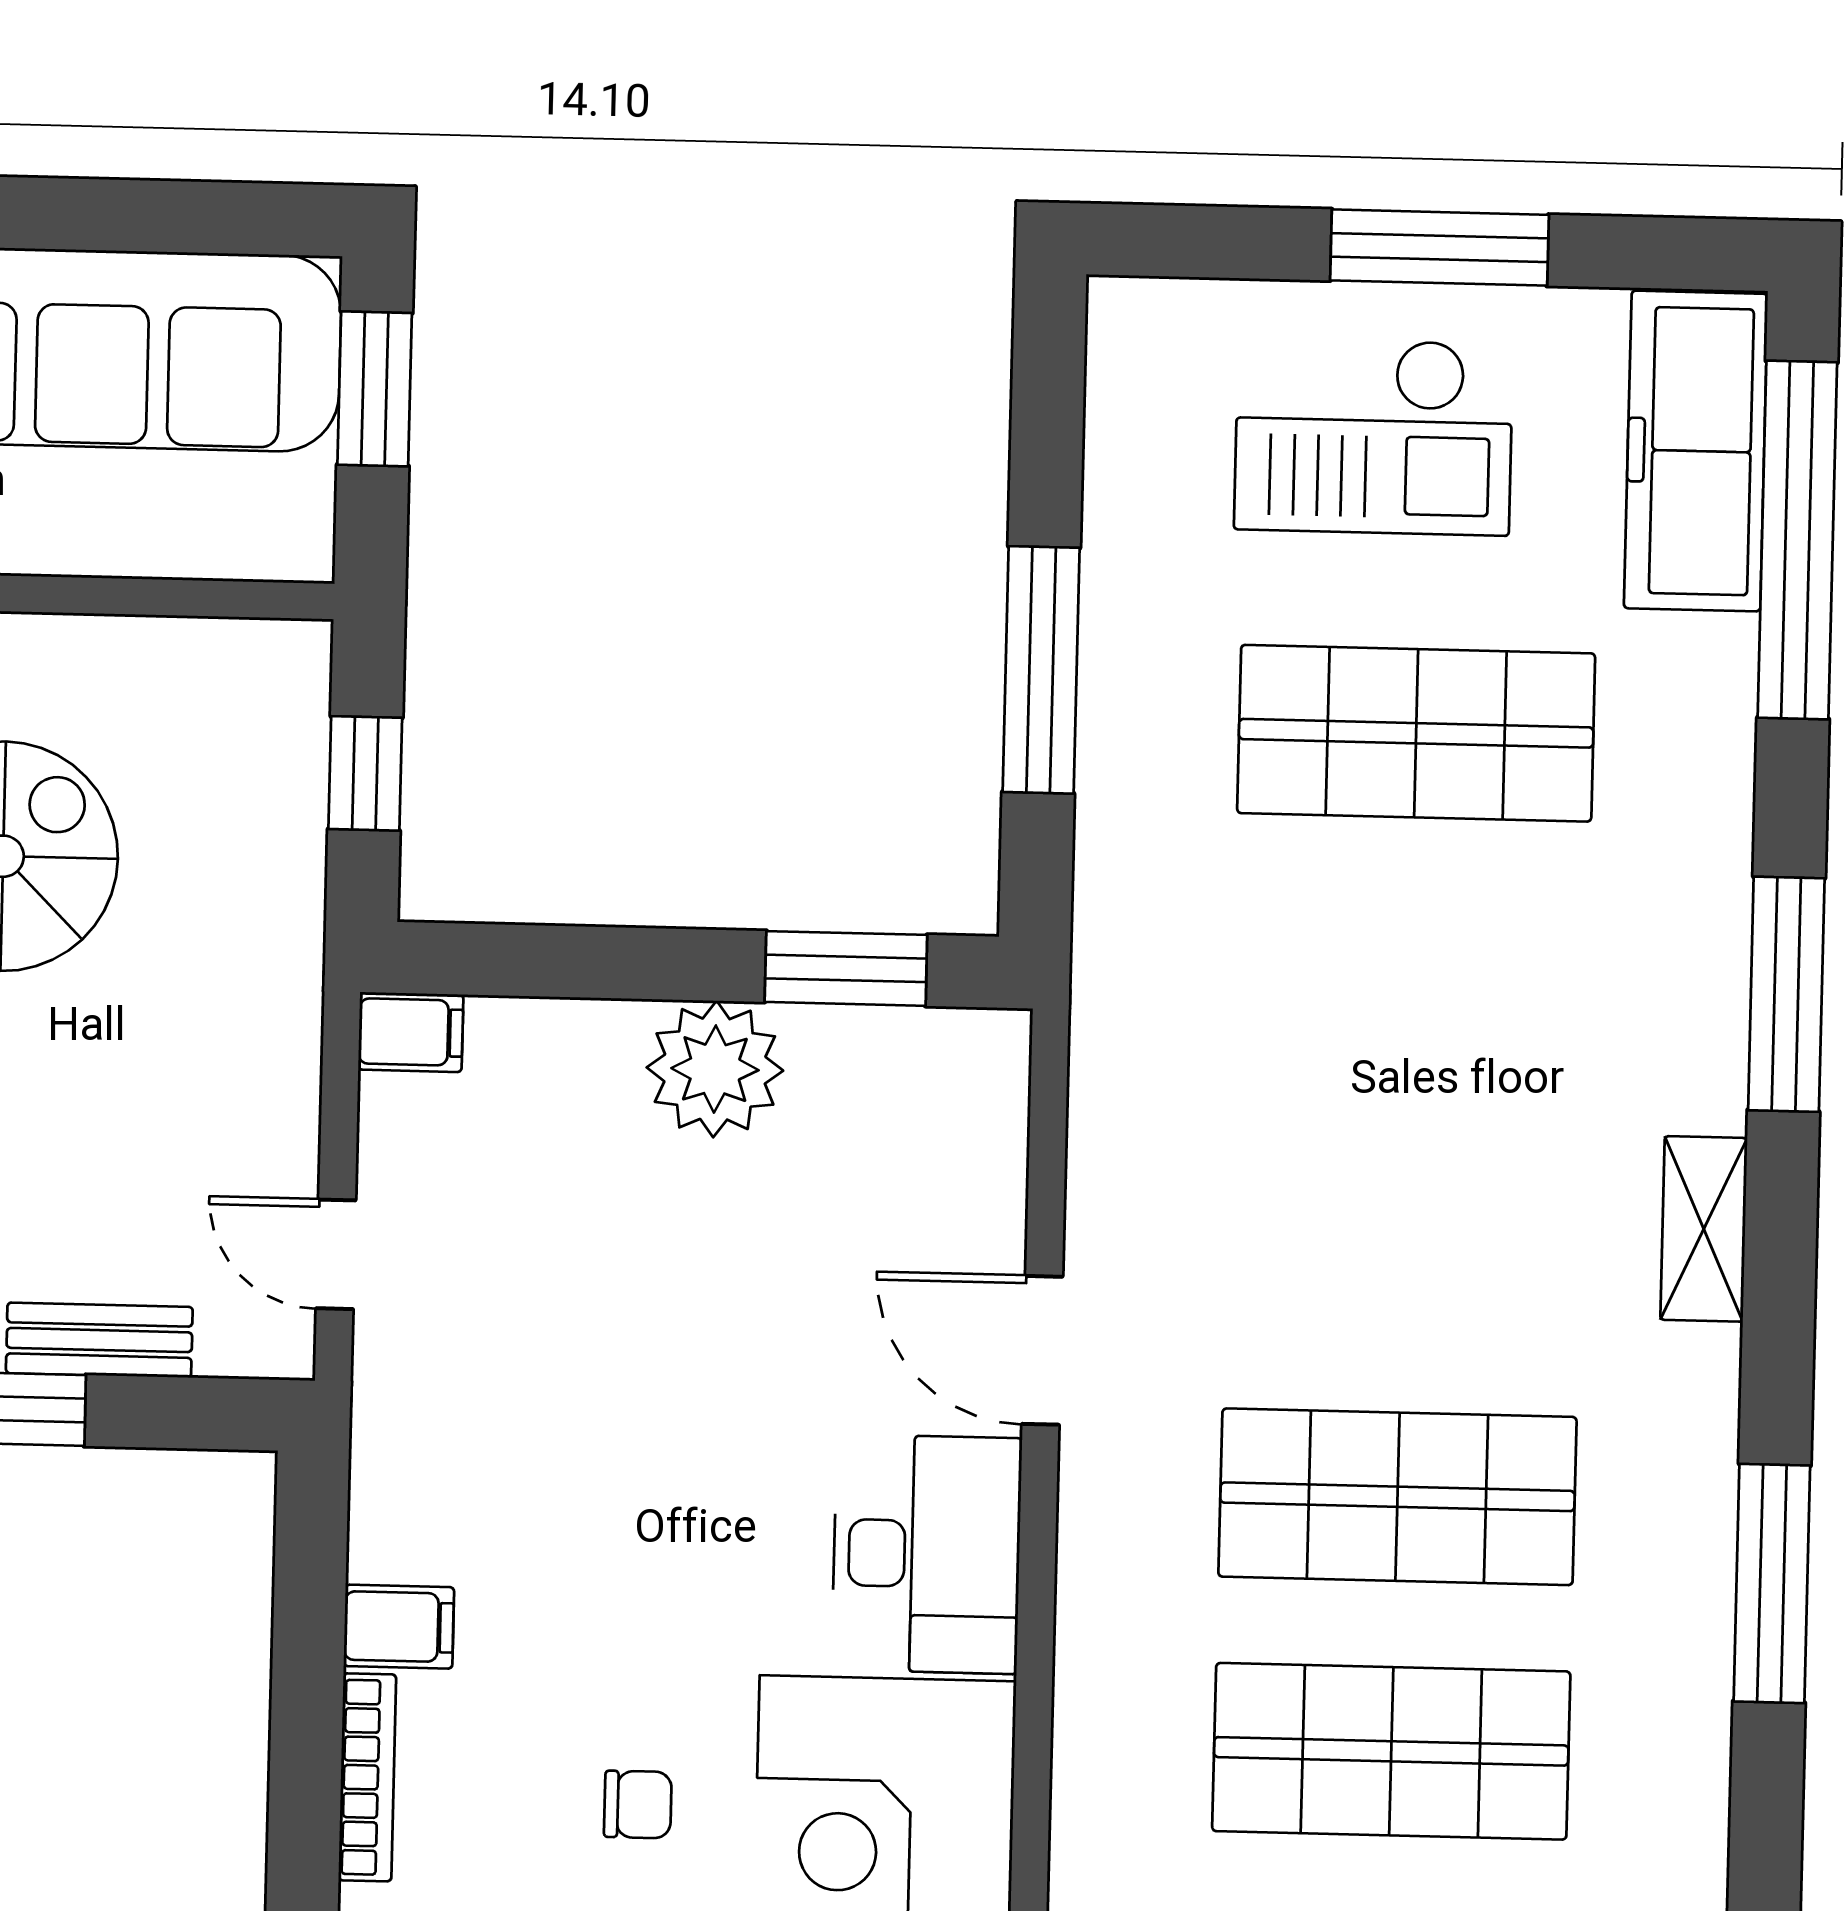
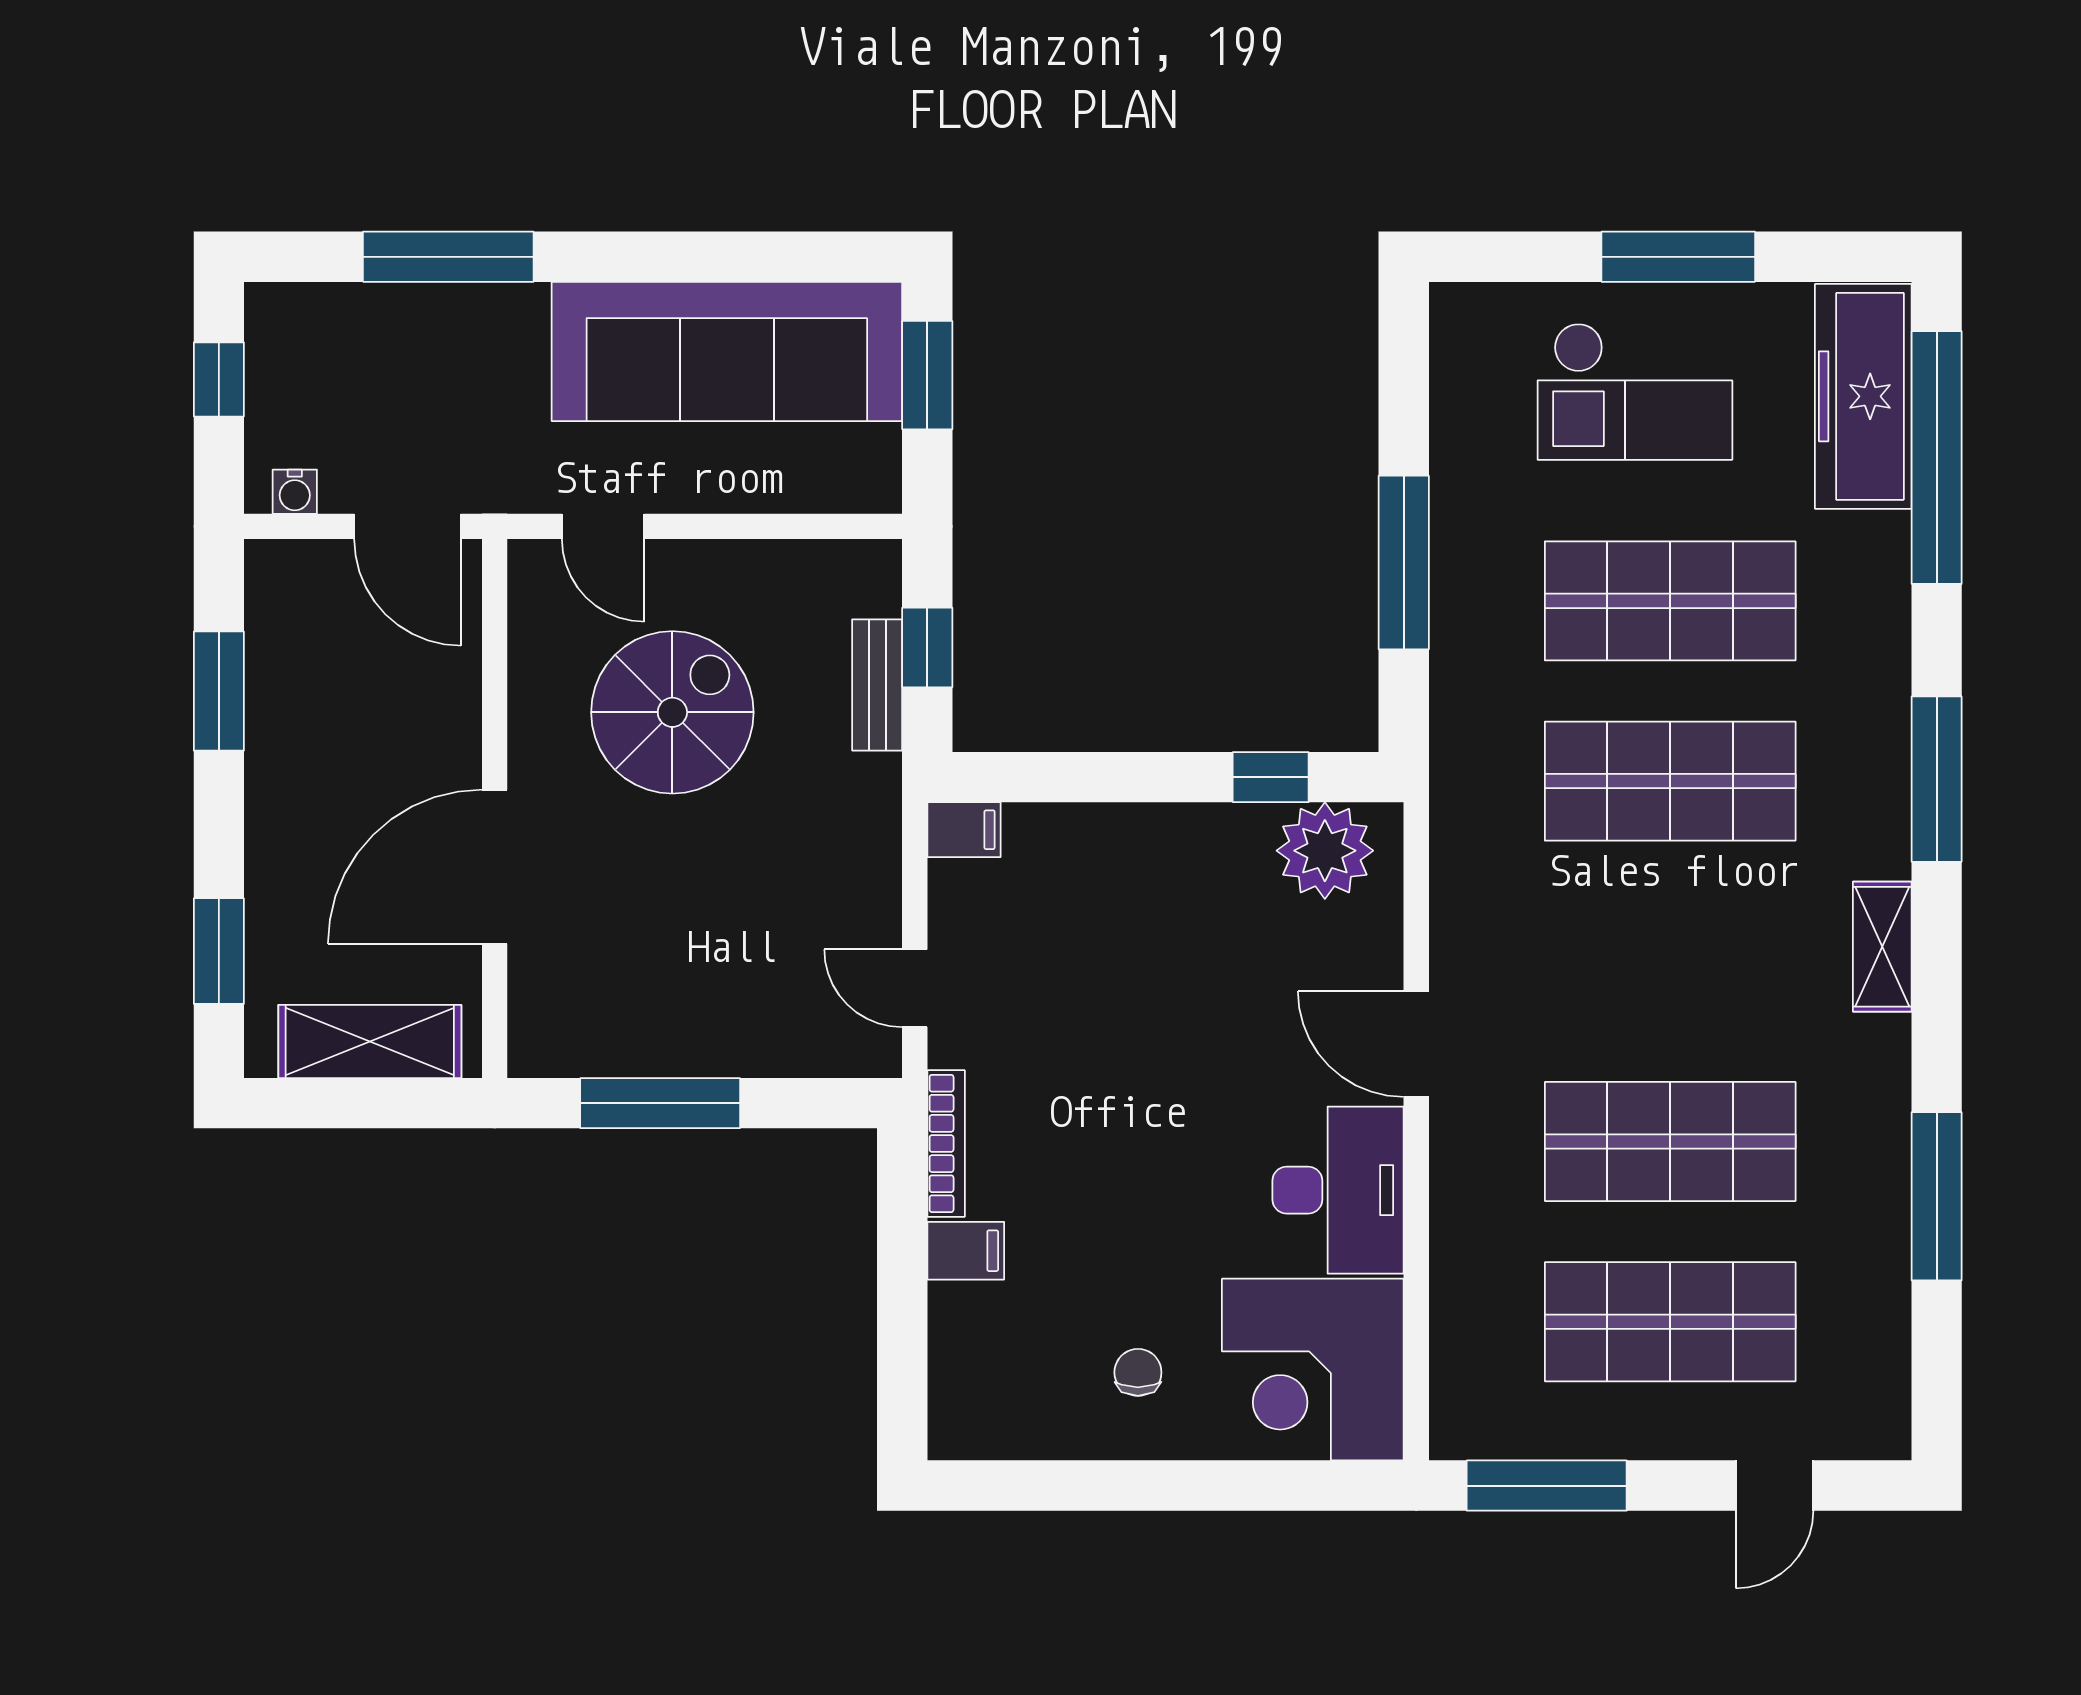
window: (846, 968) -> (1271, 777), width x0.67
shop shelf: (1410, 988) -> (1670, 781), added
plant: (715, 1069) -> (1325, 851), moved
bench: (99, 1340) -> (877, 685), moved, turned 90
bookcase: (367, 1777) -> (946, 1143), moved
chair: (638, 1805) -> (1138, 1372), turned -90

